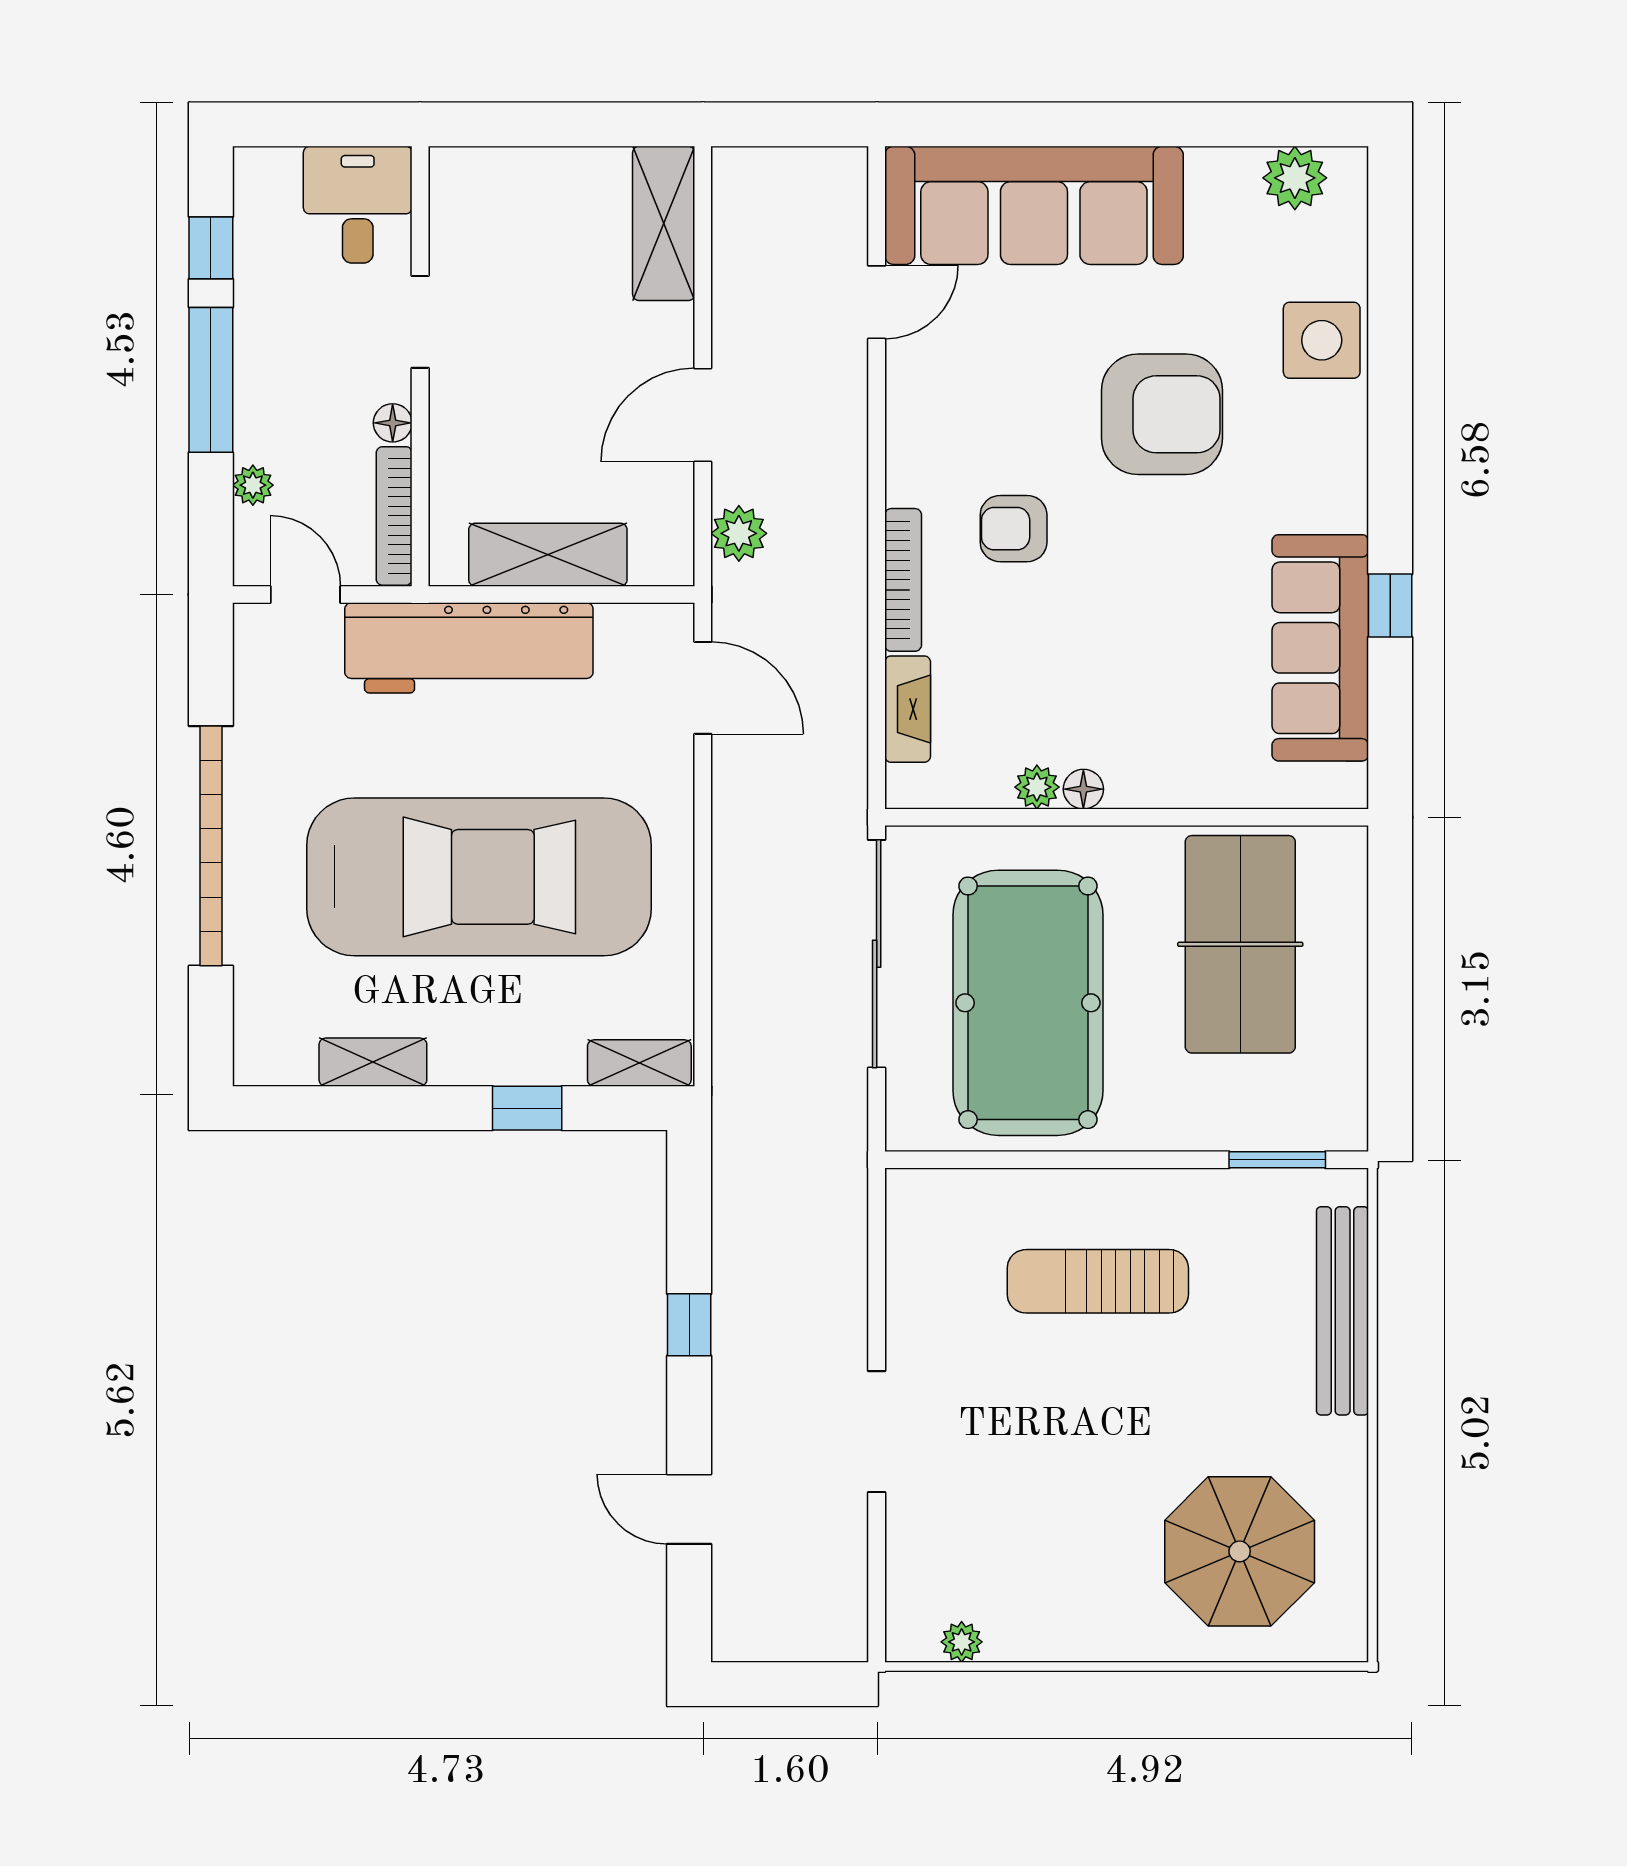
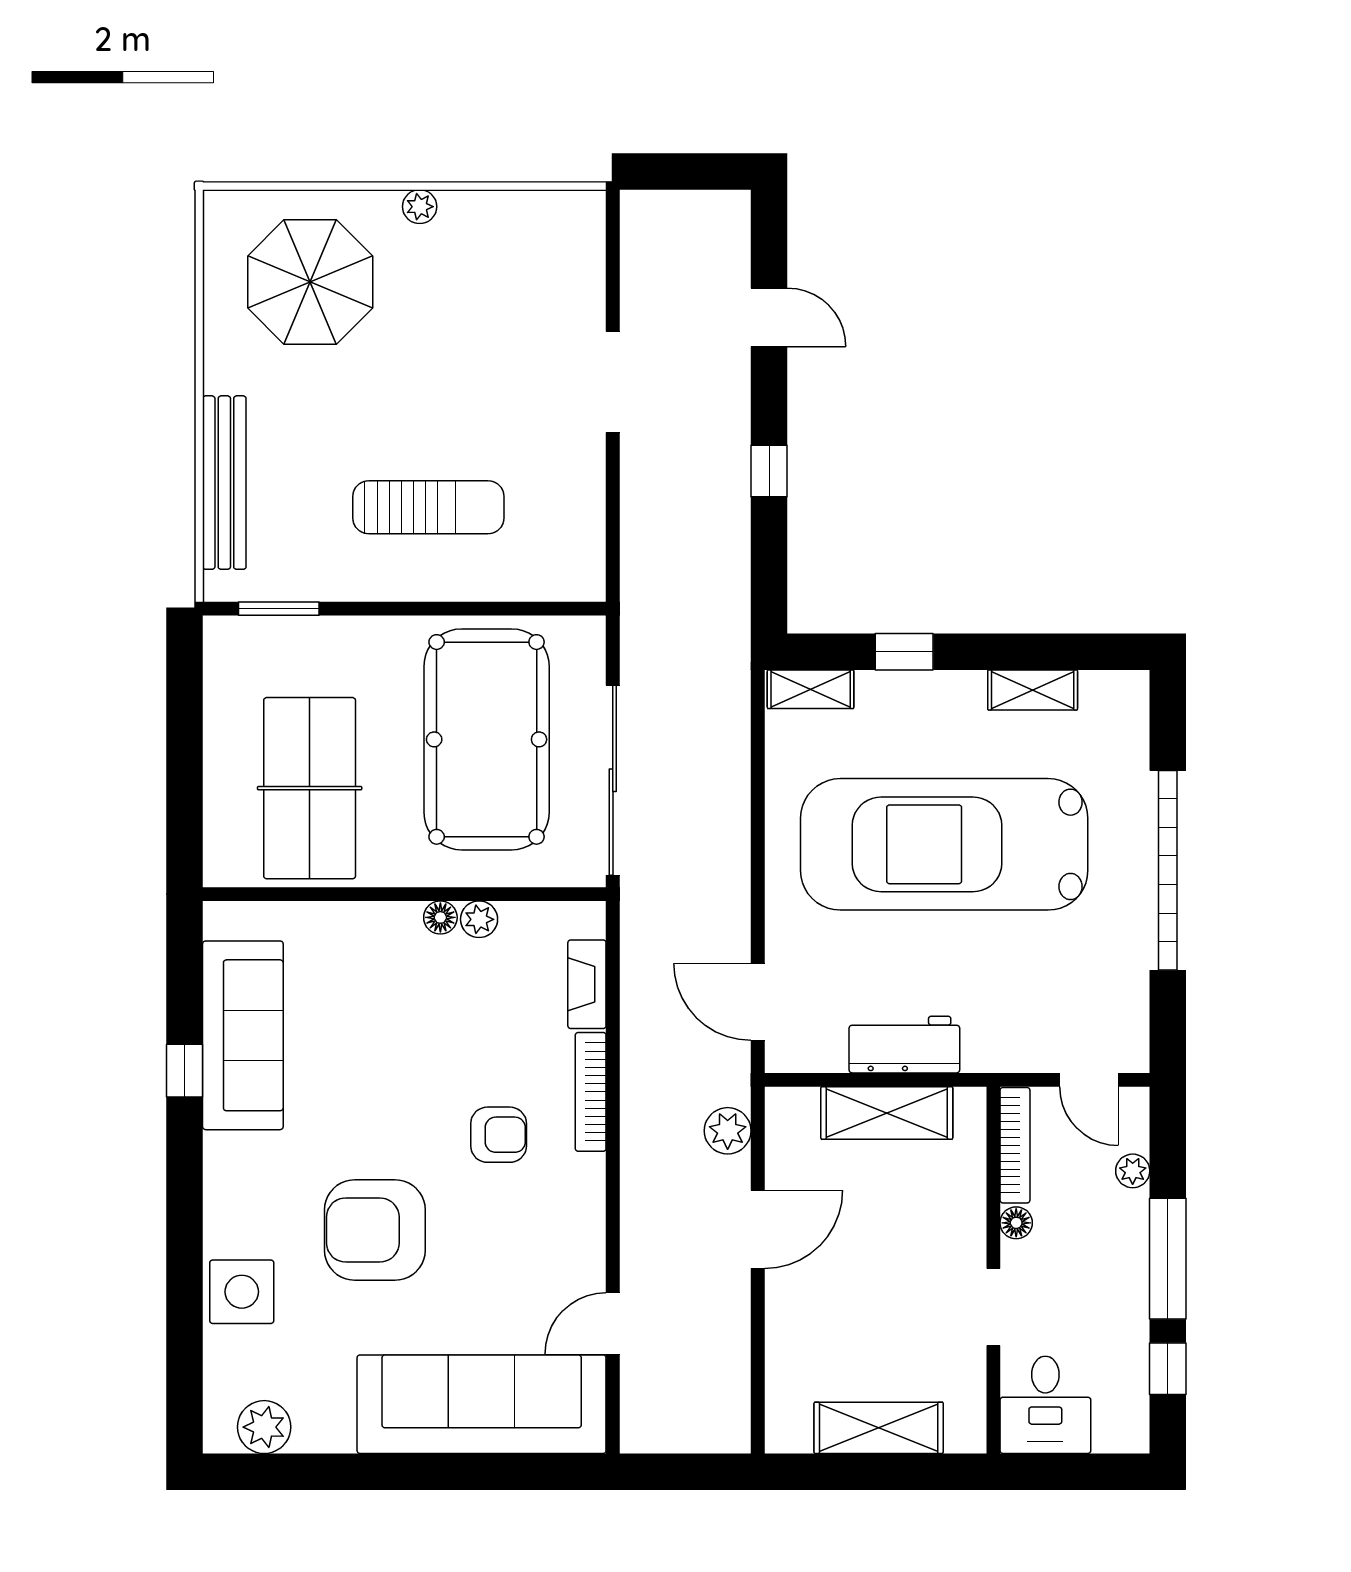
shelving: (664, 223) -> (879, 1428), moved, turned 90
workbench: (469, 648) -> (904, 1045), width x0.53, depth x0.76
plant: (962, 1642) -> (420, 207), moved

